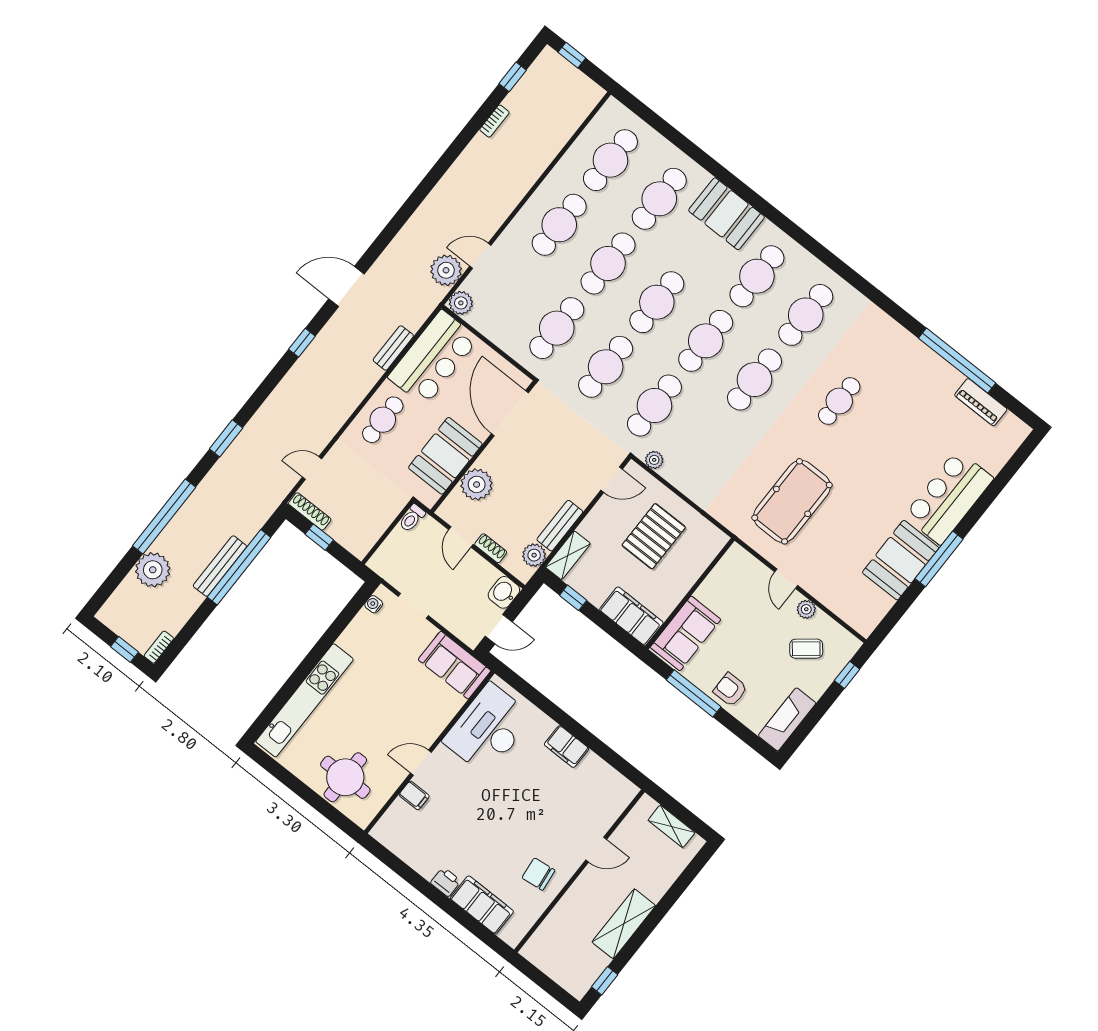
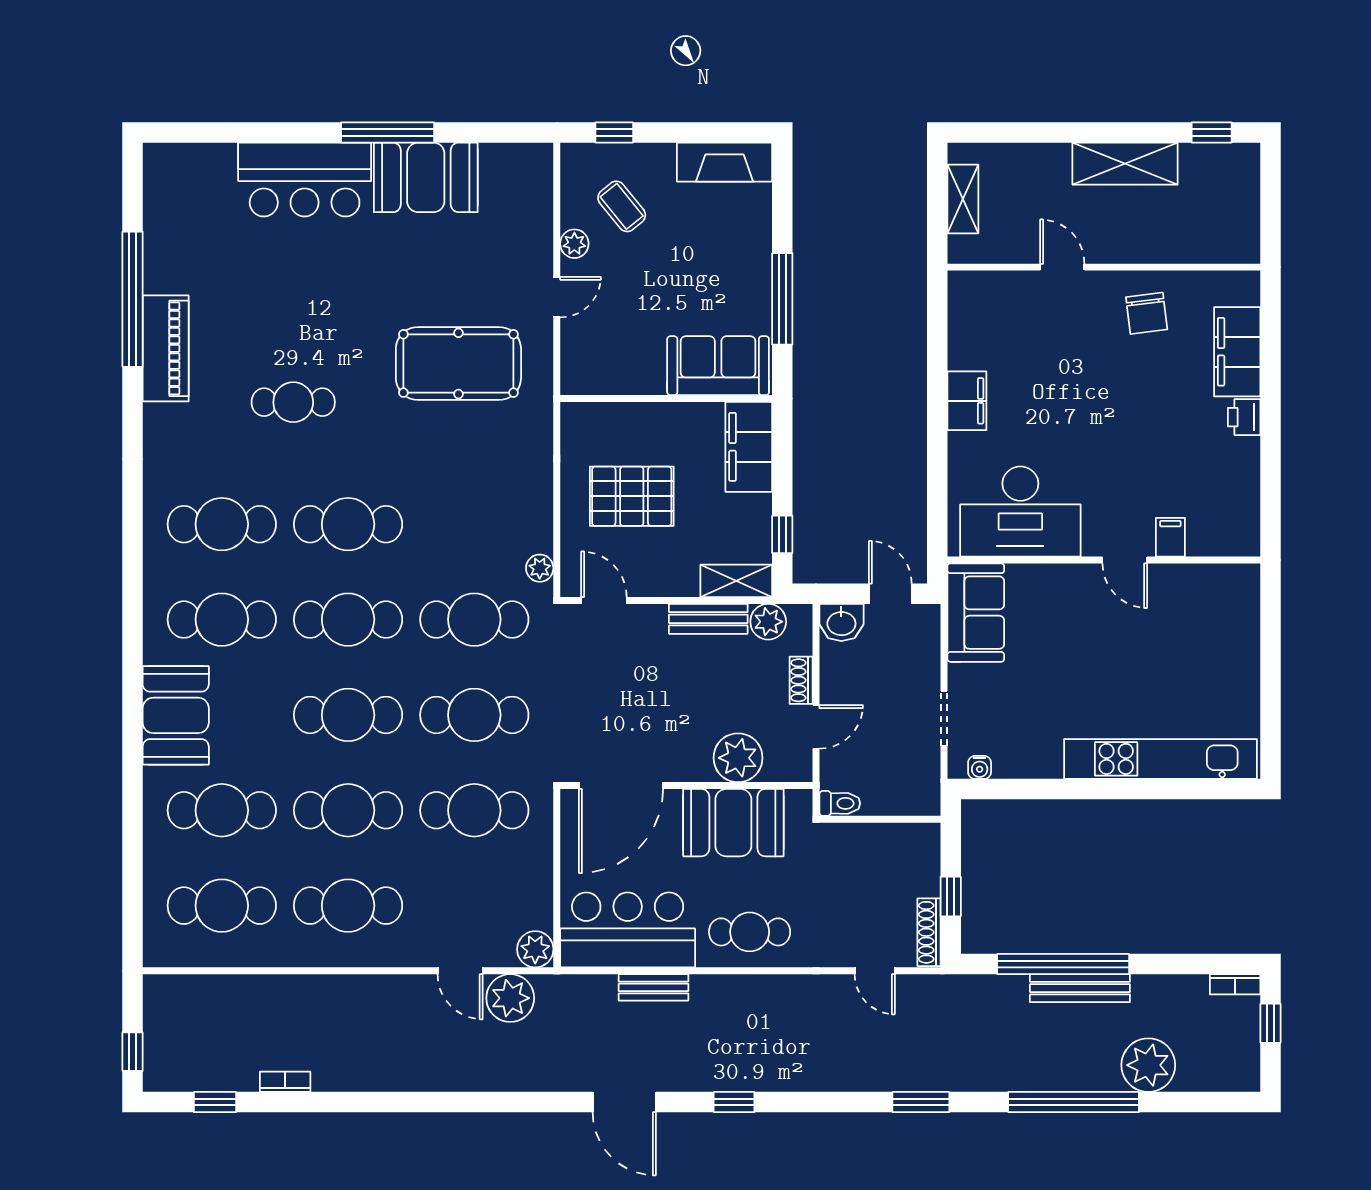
piano: (981, 402) -> (166, 348), moved, width x1.37, depth x1.33
armchair: (730, 690) -> (743, 258), removed
round table: (345, 777) -> (1214, 637), removed

